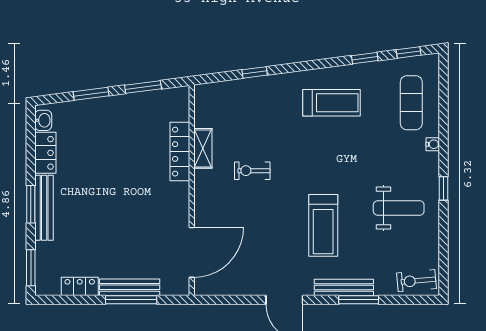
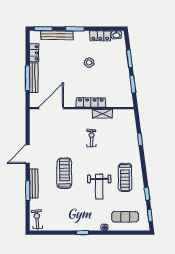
locker: (180, 152) -> (91, 102), moved
stool: (99, 175) -> (89, 63), added
bench: (44, 208) -> (57, 35), moved
weight bench: (399, 208) -> (99, 186), moved
treadmill: (323, 225) -> (64, 173), turned 90
door: (192, 252) -> (51, 108), swing flipped

